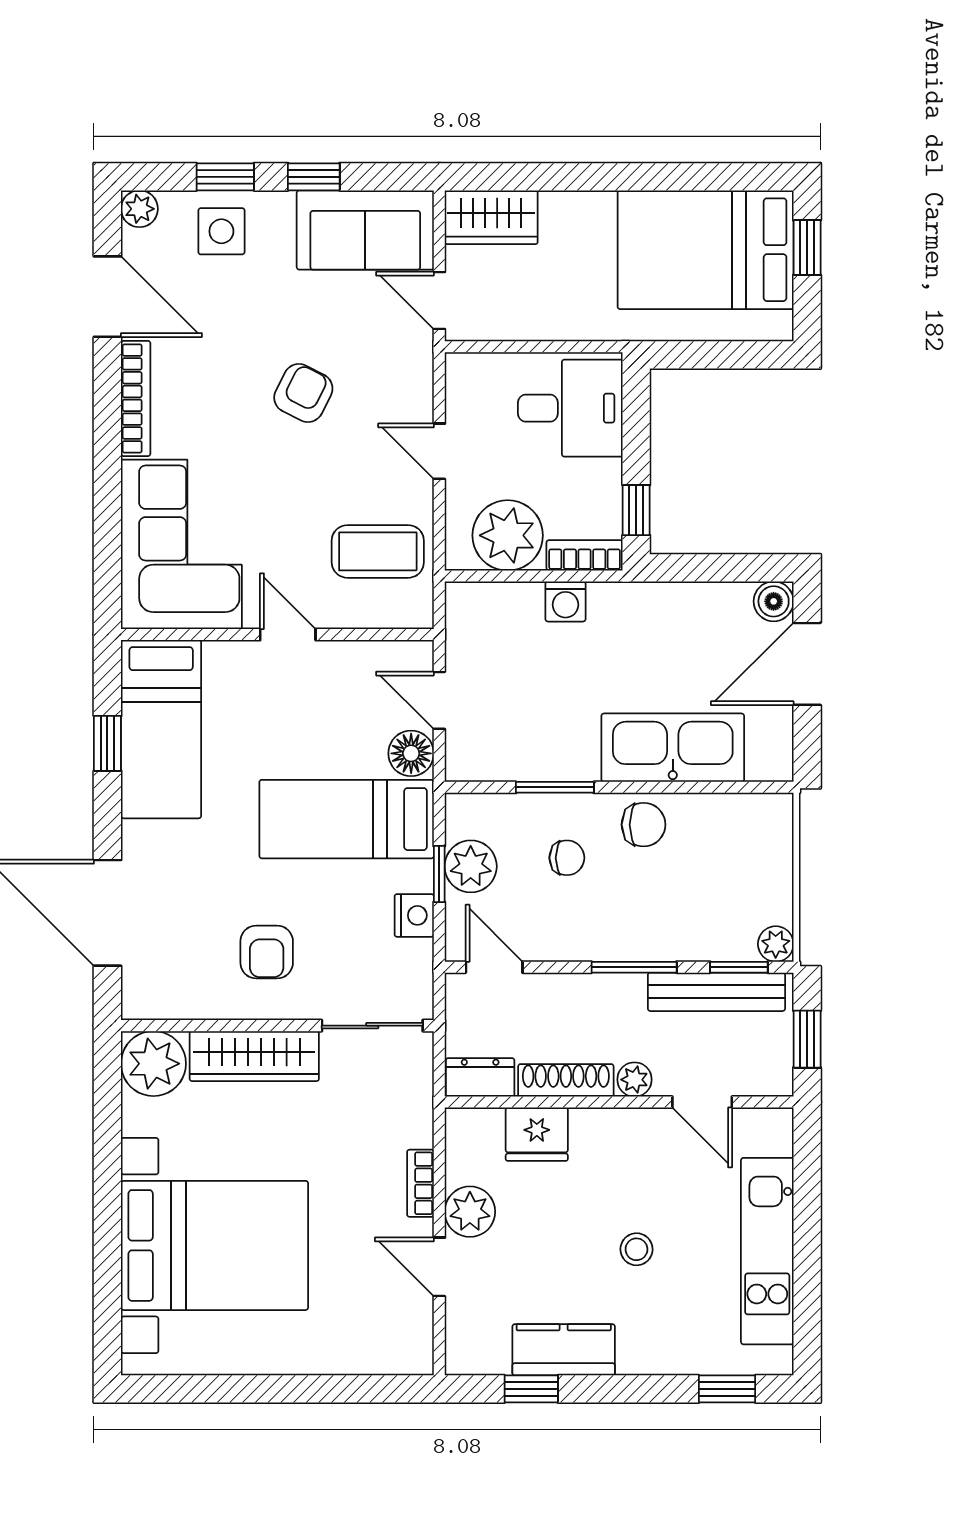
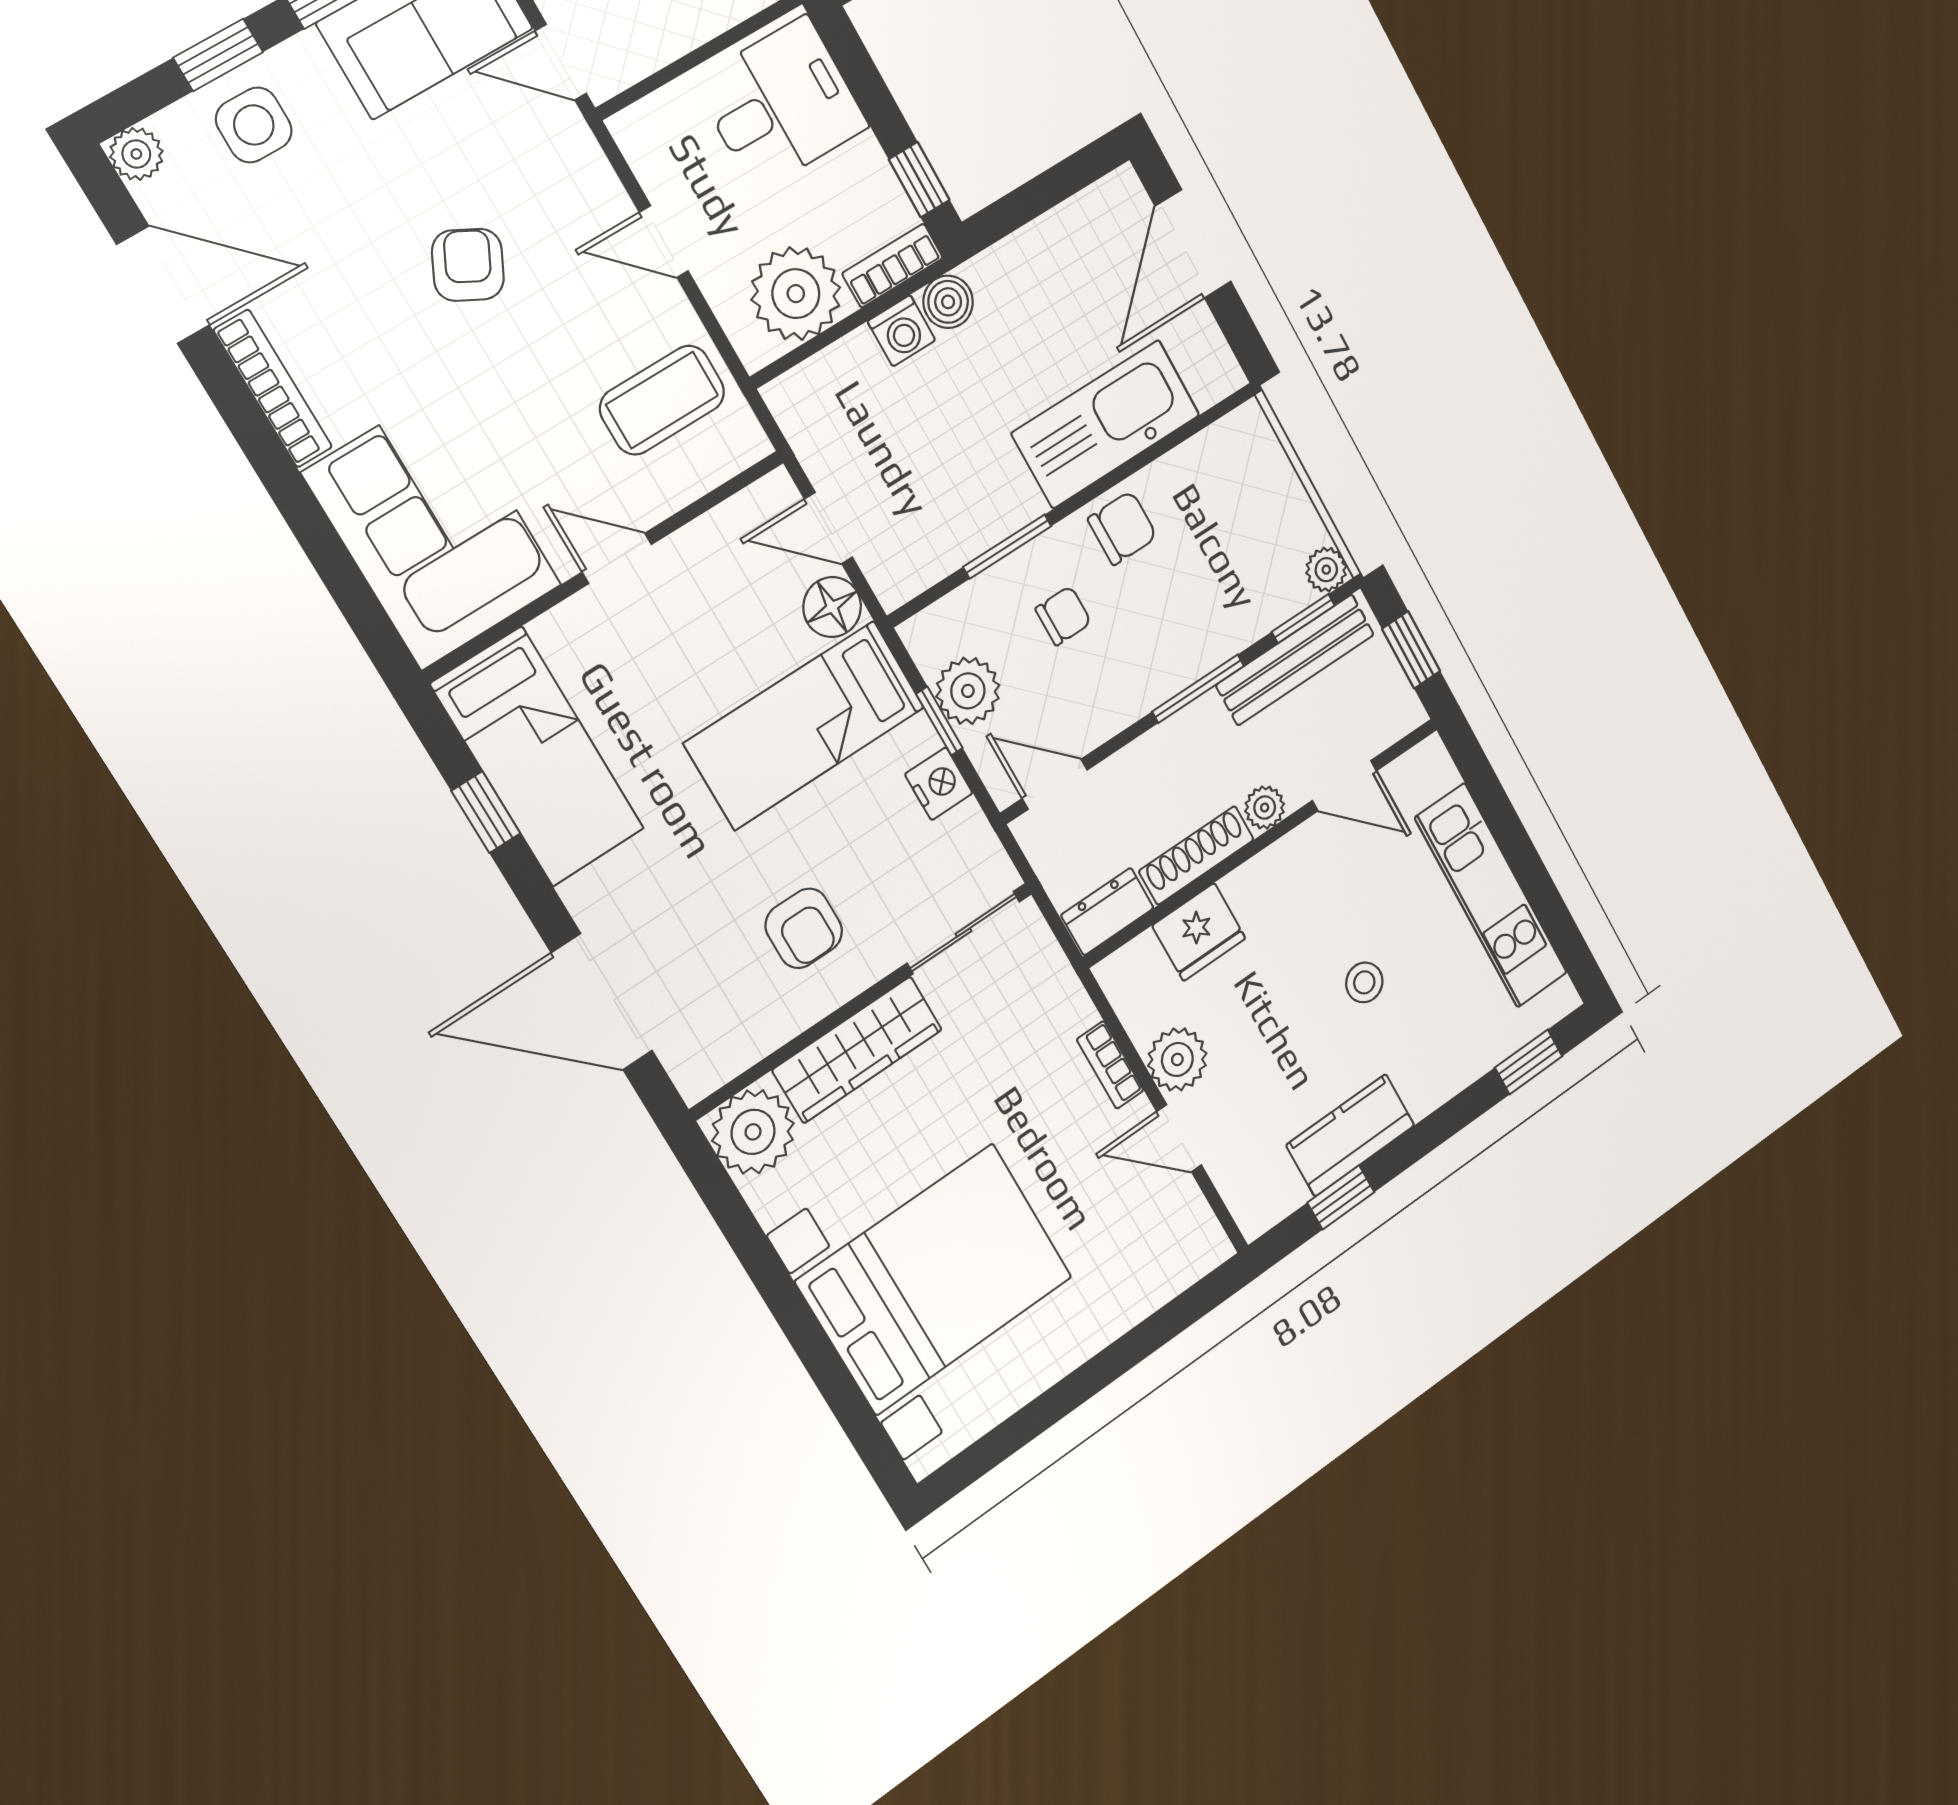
boiler: (774, 601) -> (948, 302), moved

